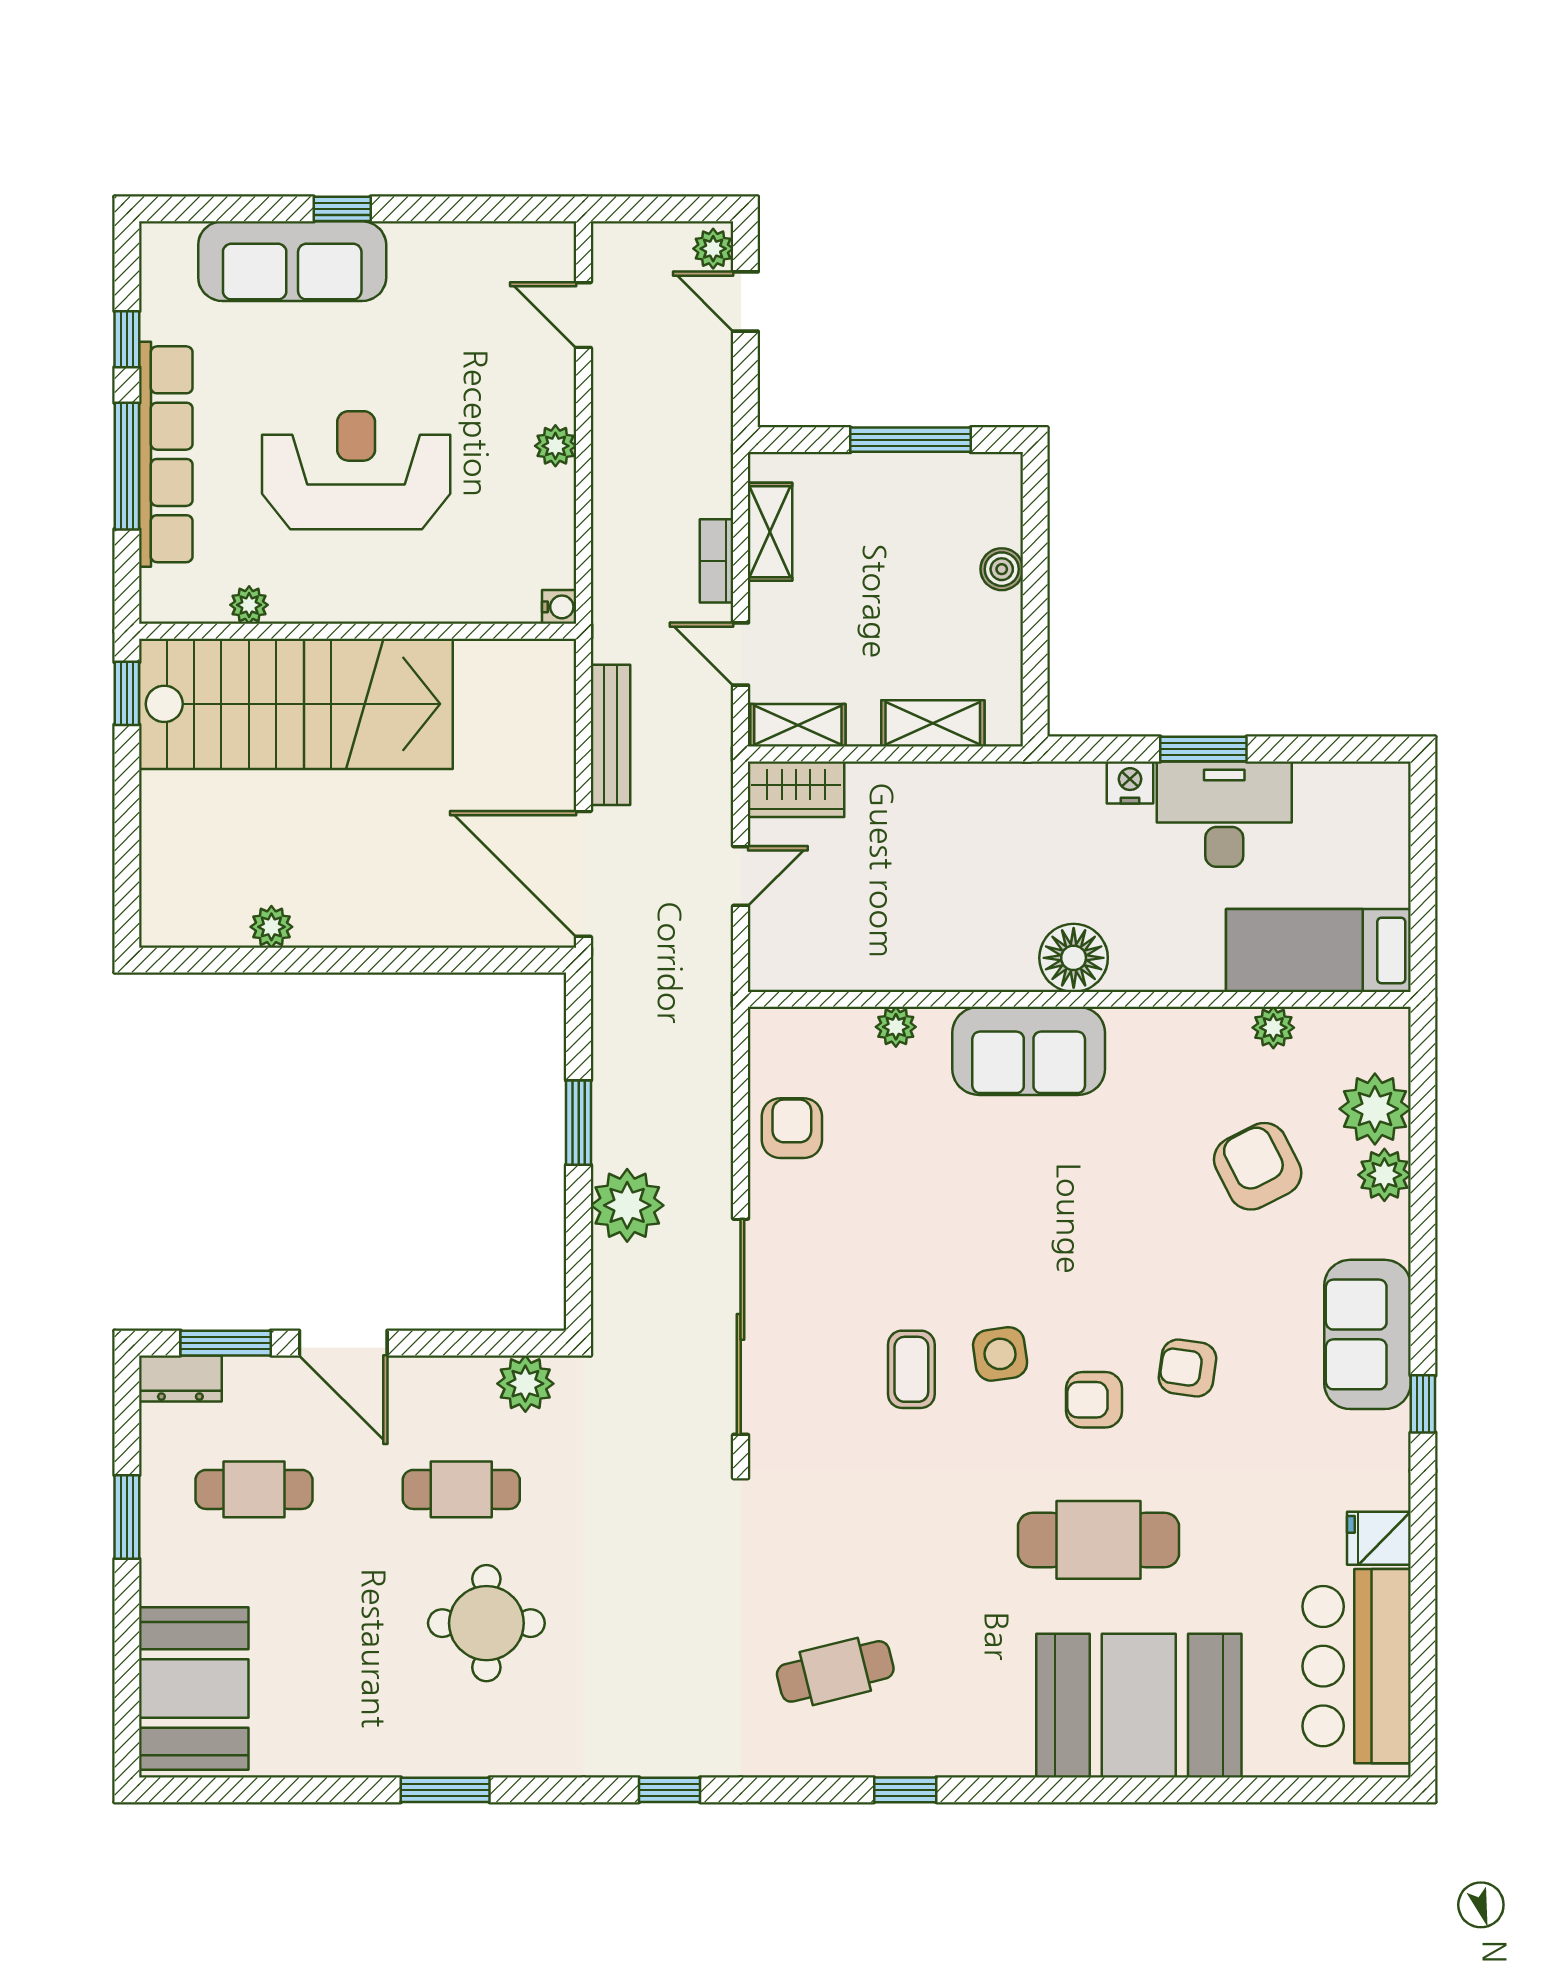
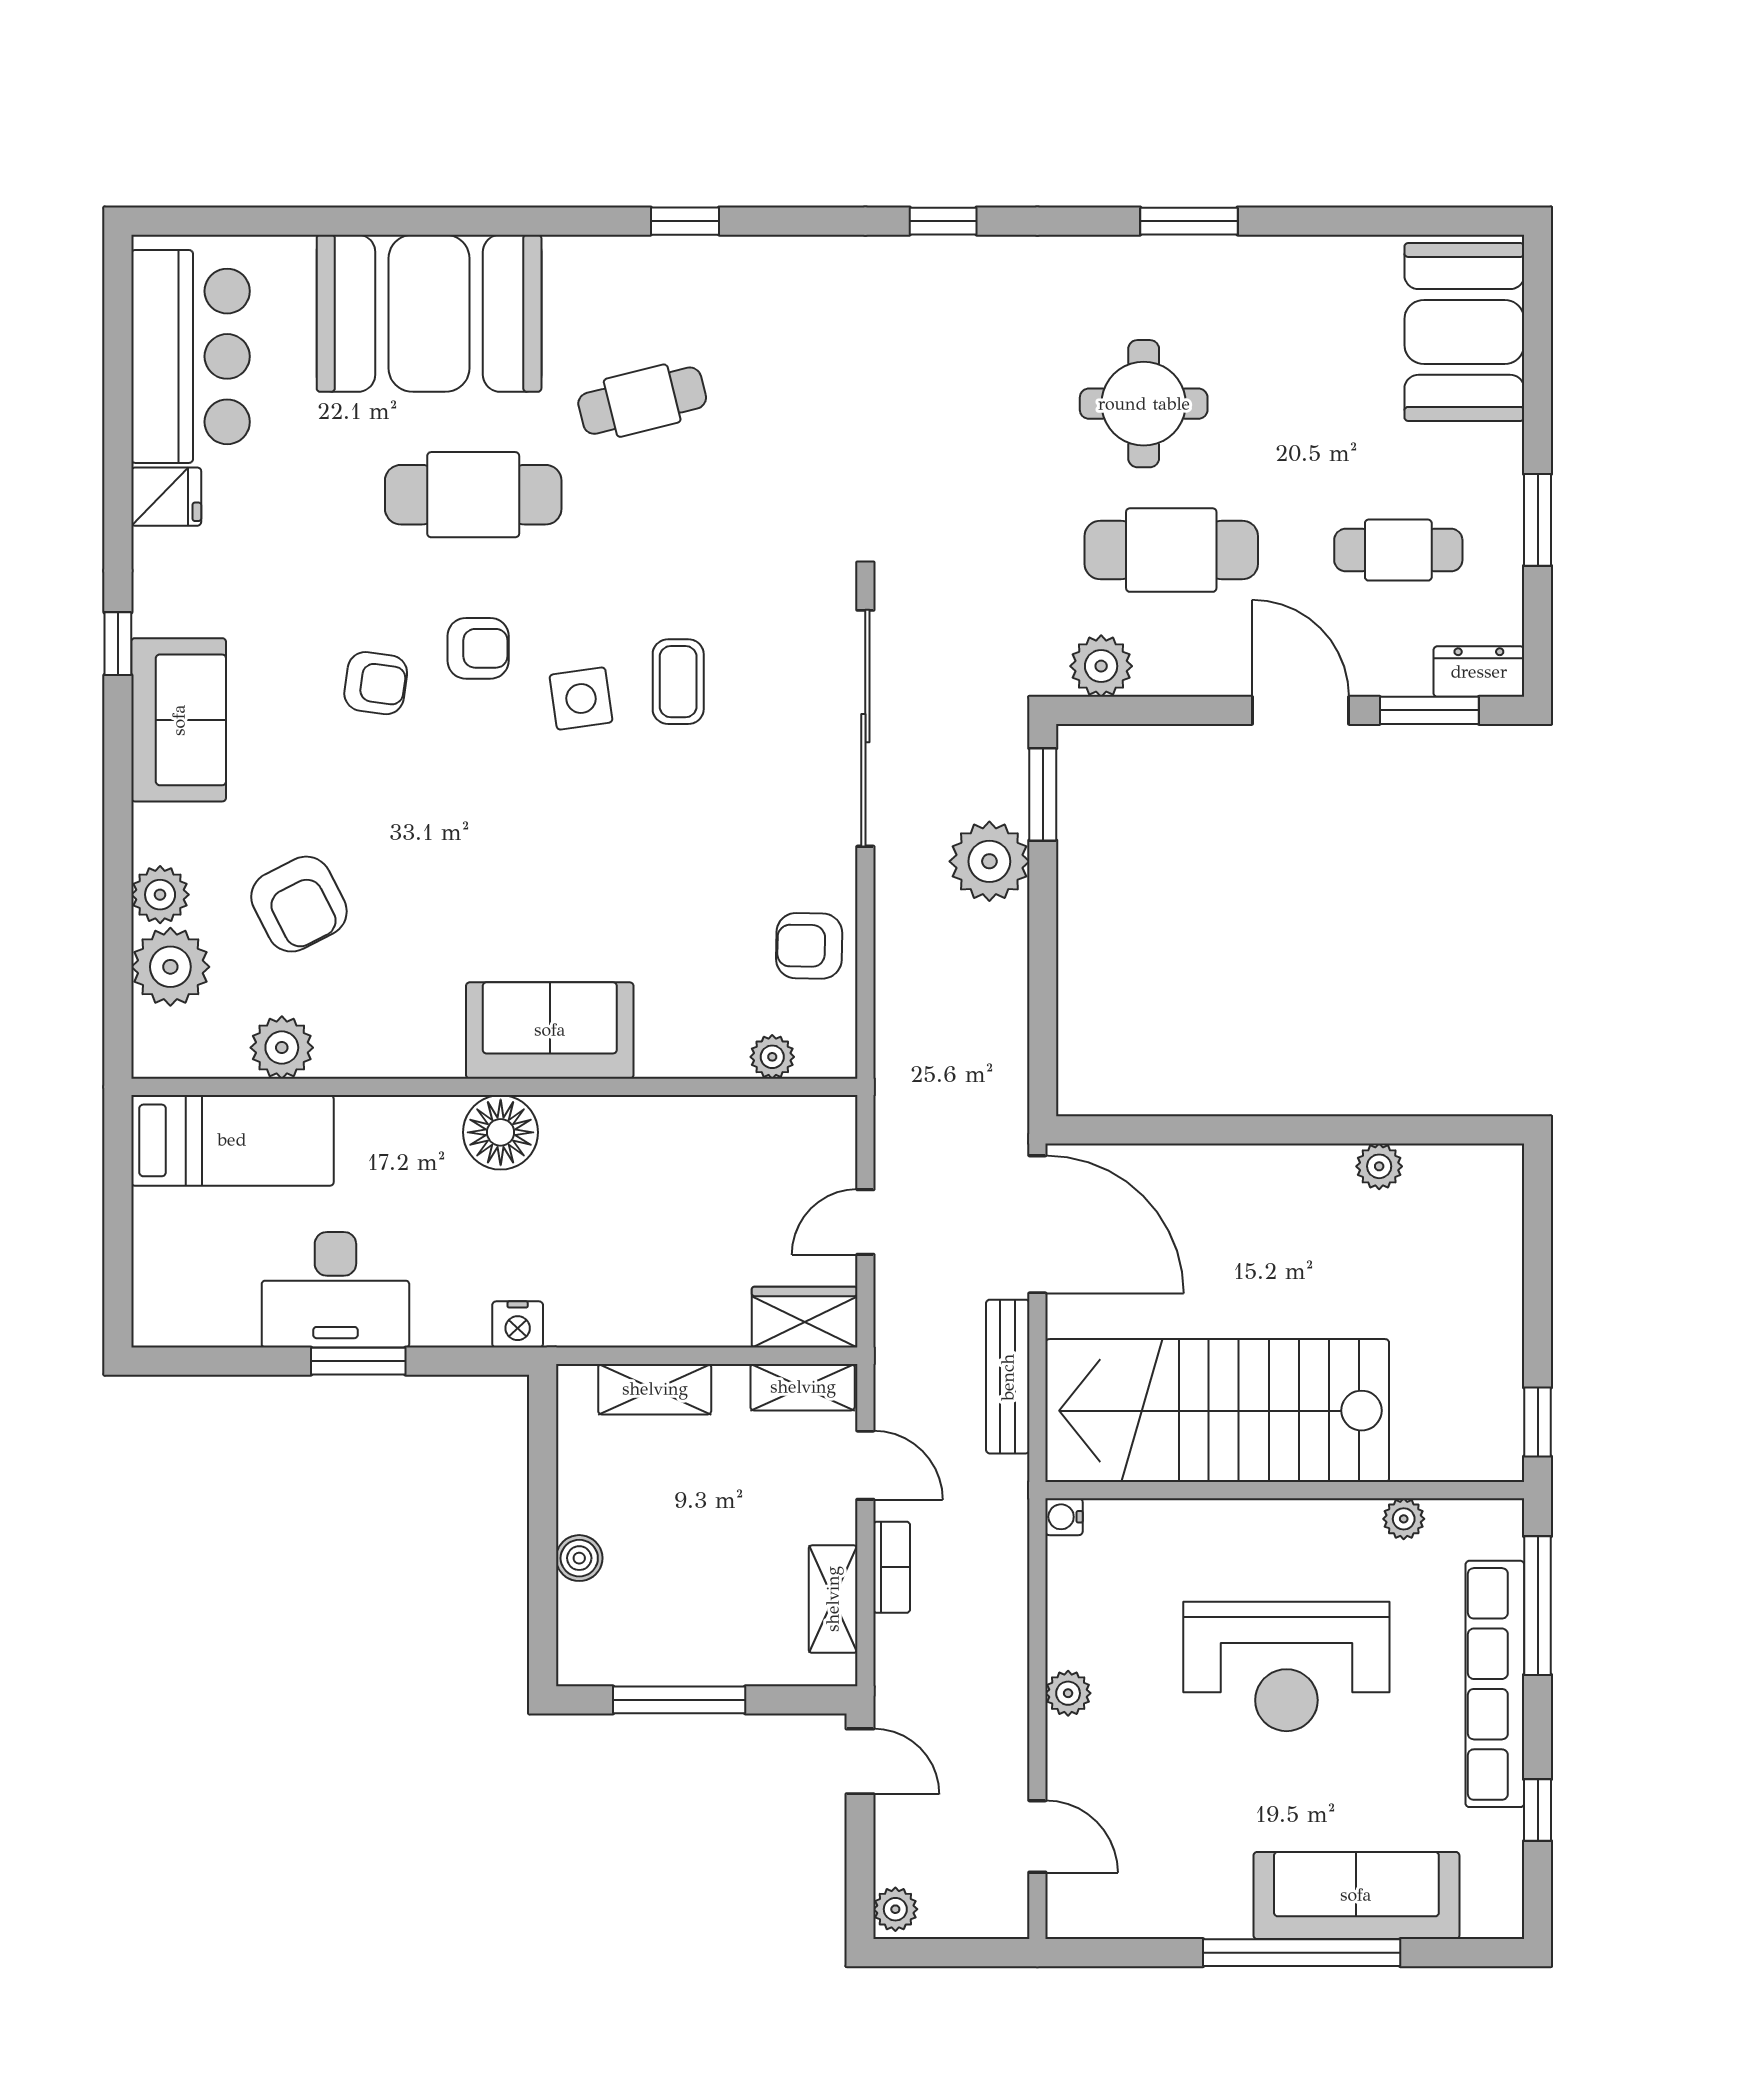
window: (342, 209) -> (1302, 1953), width x3.17
door: (745, 302) -> (860, 1761), moved
window: (127, 466) -> (1538, 1606), moved
stairs: (296, 704) -> (1217, 1411), moved
nightstand: (1130, 782) -> (518, 1324), moved
plant: (896, 1027) -> (772, 1057), moved
plant: (1273, 1028) -> (282, 1048), width x1.38, depth x1.38
window: (579, 1123) -> (1043, 794), moved
armchair: (792, 1128) -> (809, 946), turned 91
cafe table: (461, 1489) -> (1171, 550), width x1.37, depth x1.35
cafe table: (835, 1671) -> (642, 401), moved

